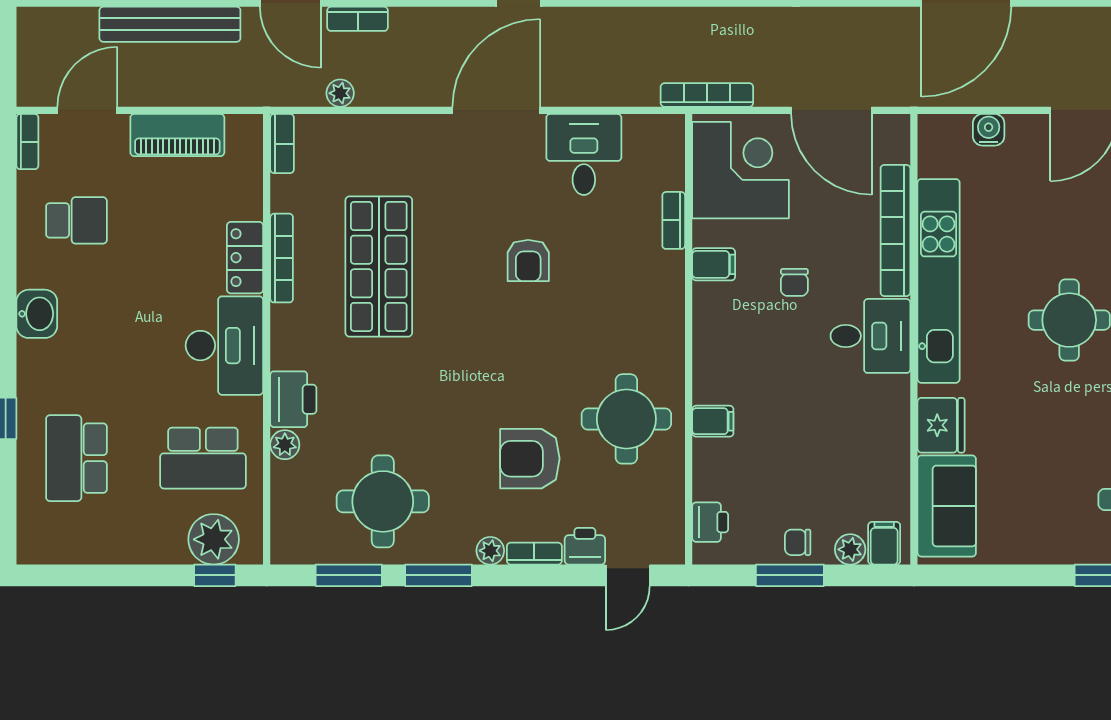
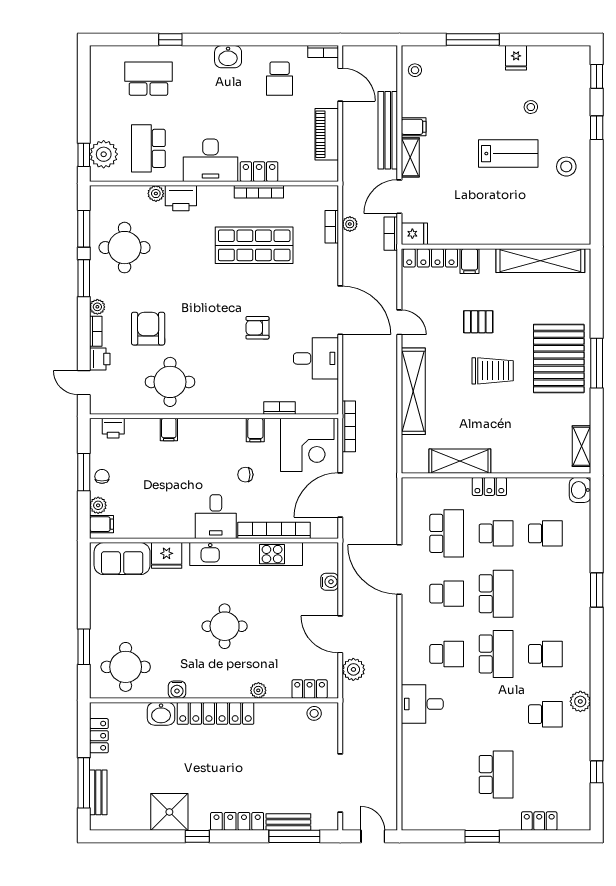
bookcase: (282, 144) -> (332, 227), moved, turned 90

